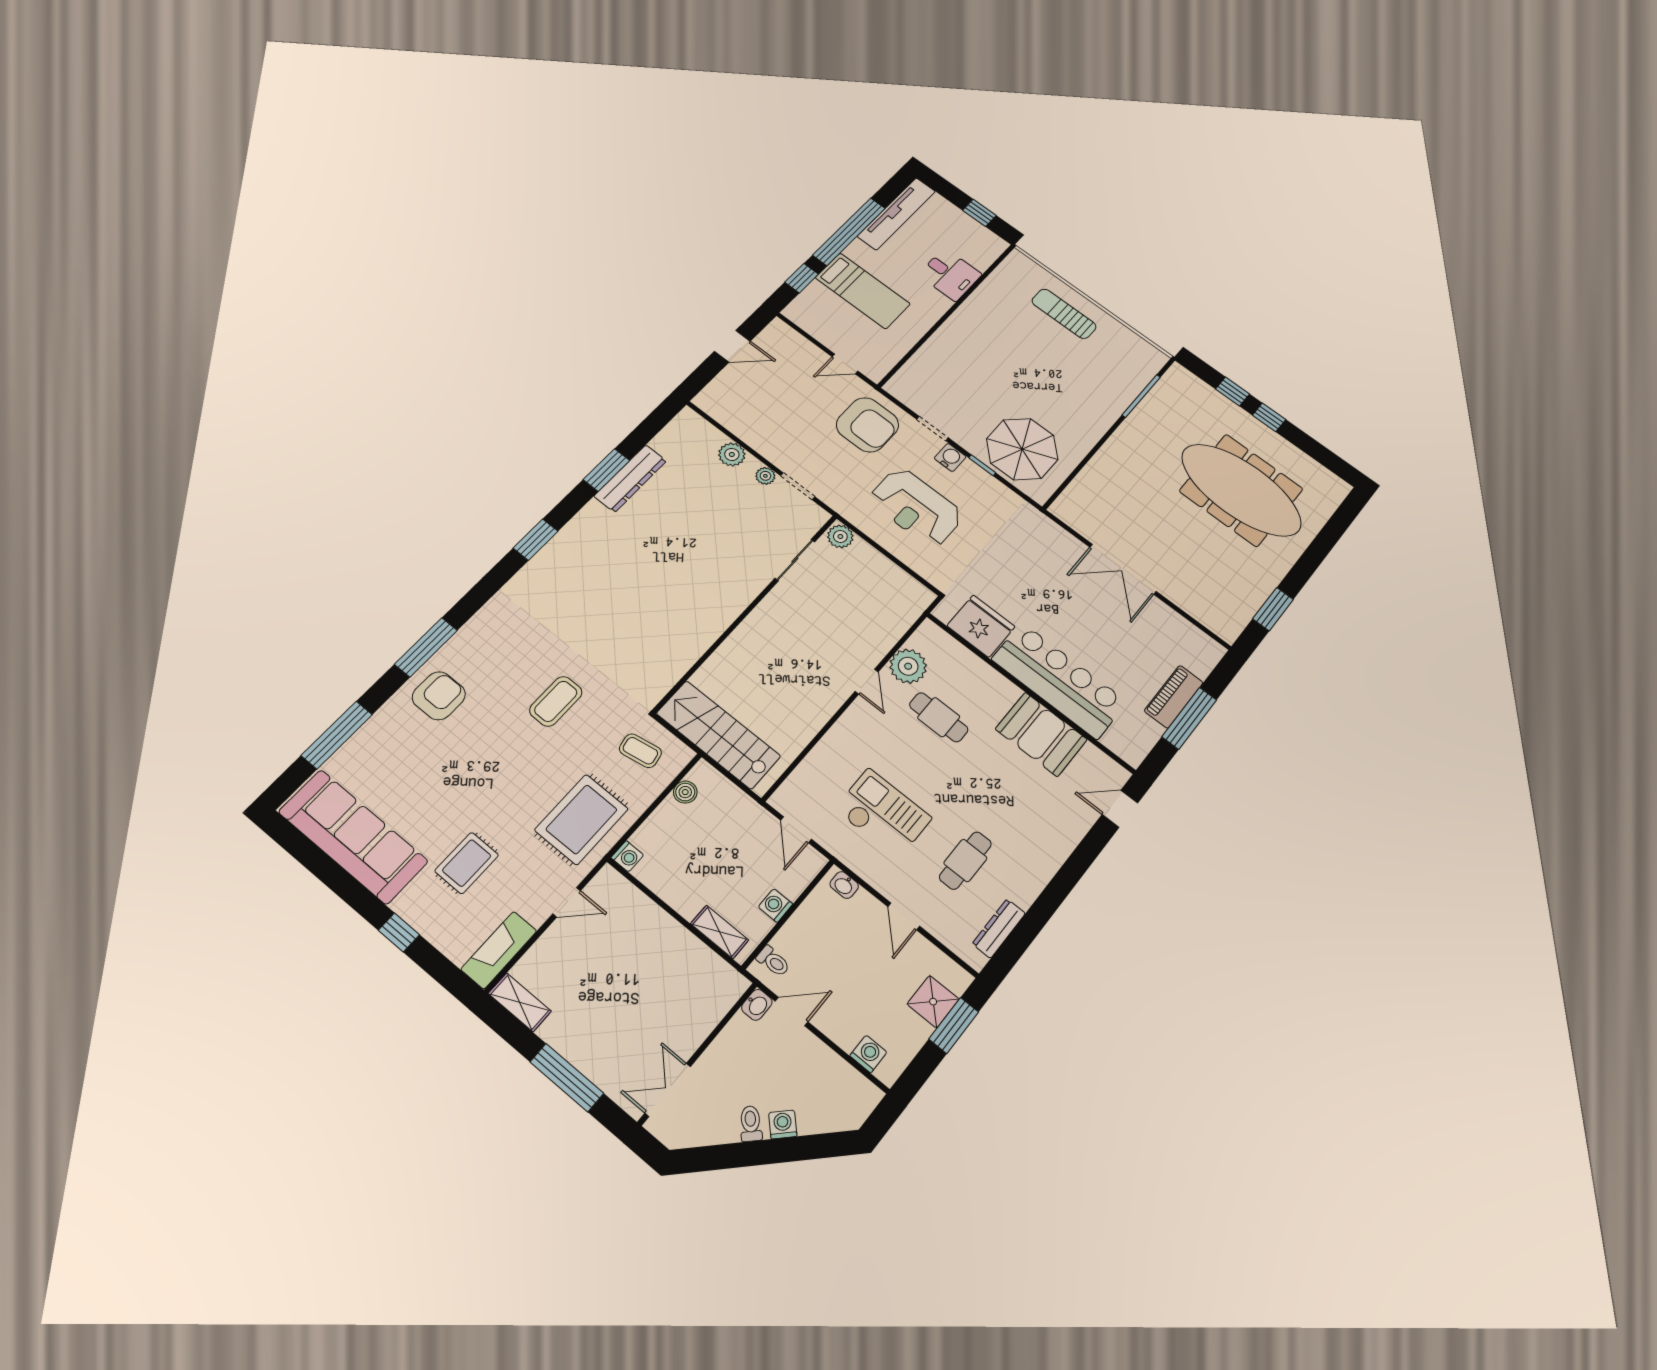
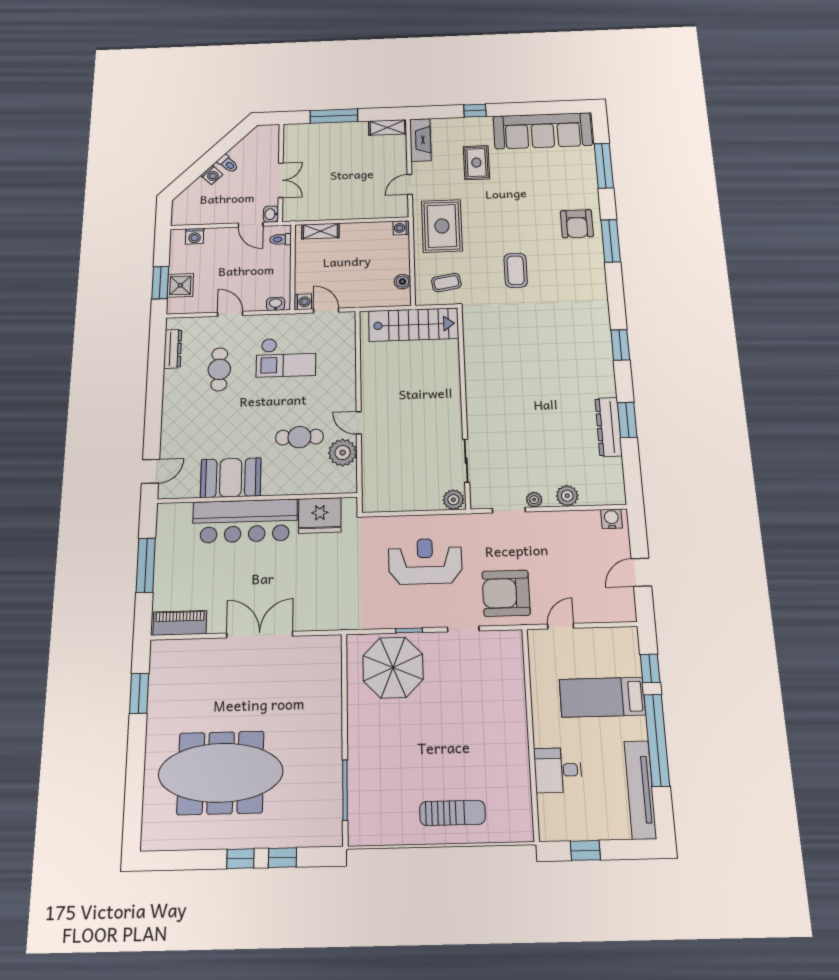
water cooler: (950, 457) -> (611, 519), moved, turned 180
piano: (1174, 697) -> (180, 623), moved, turned -90
washing machine: (775, 906) -> (303, 302), moved
door: (792, 1012) -> (251, 225), hinge flipped
double door: (668, 1090) -> (281, 180), moved

